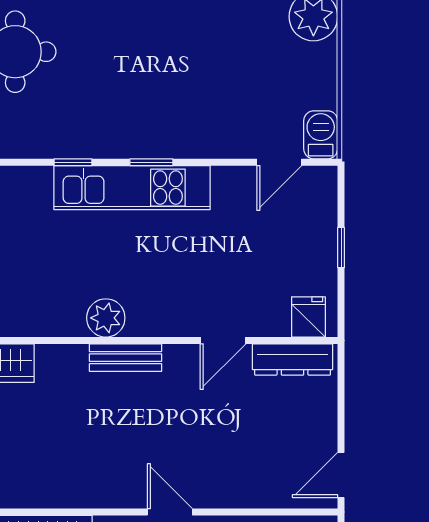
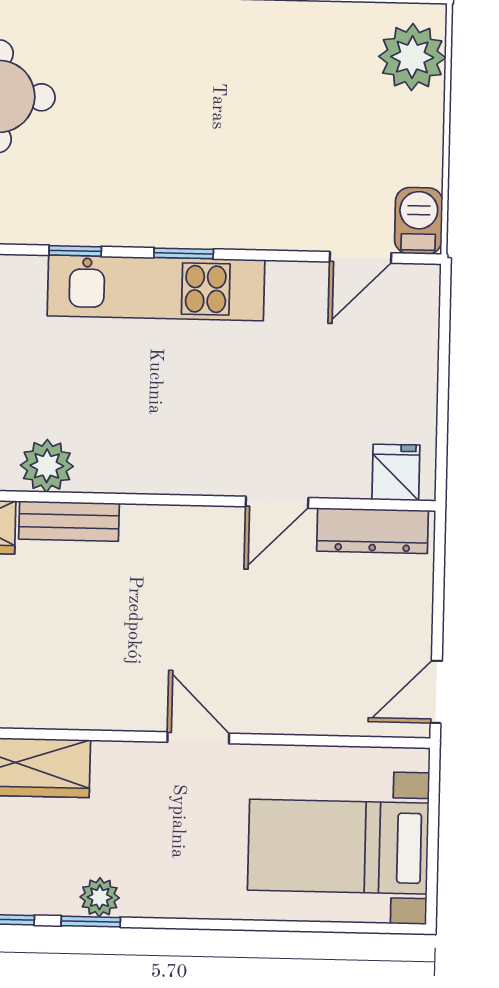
window: (341, 248) -> (443, 377), removed
plant: (106, 318) -> (47, 466), moved
bench: (125, 358) -> (69, 521), moved

